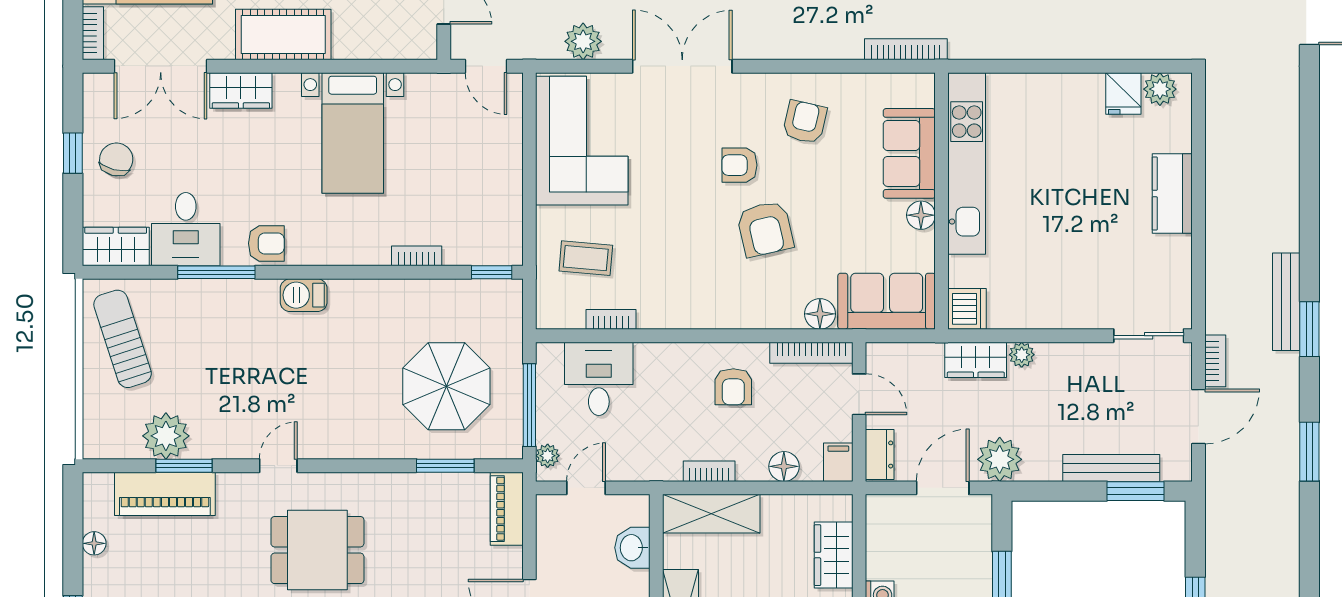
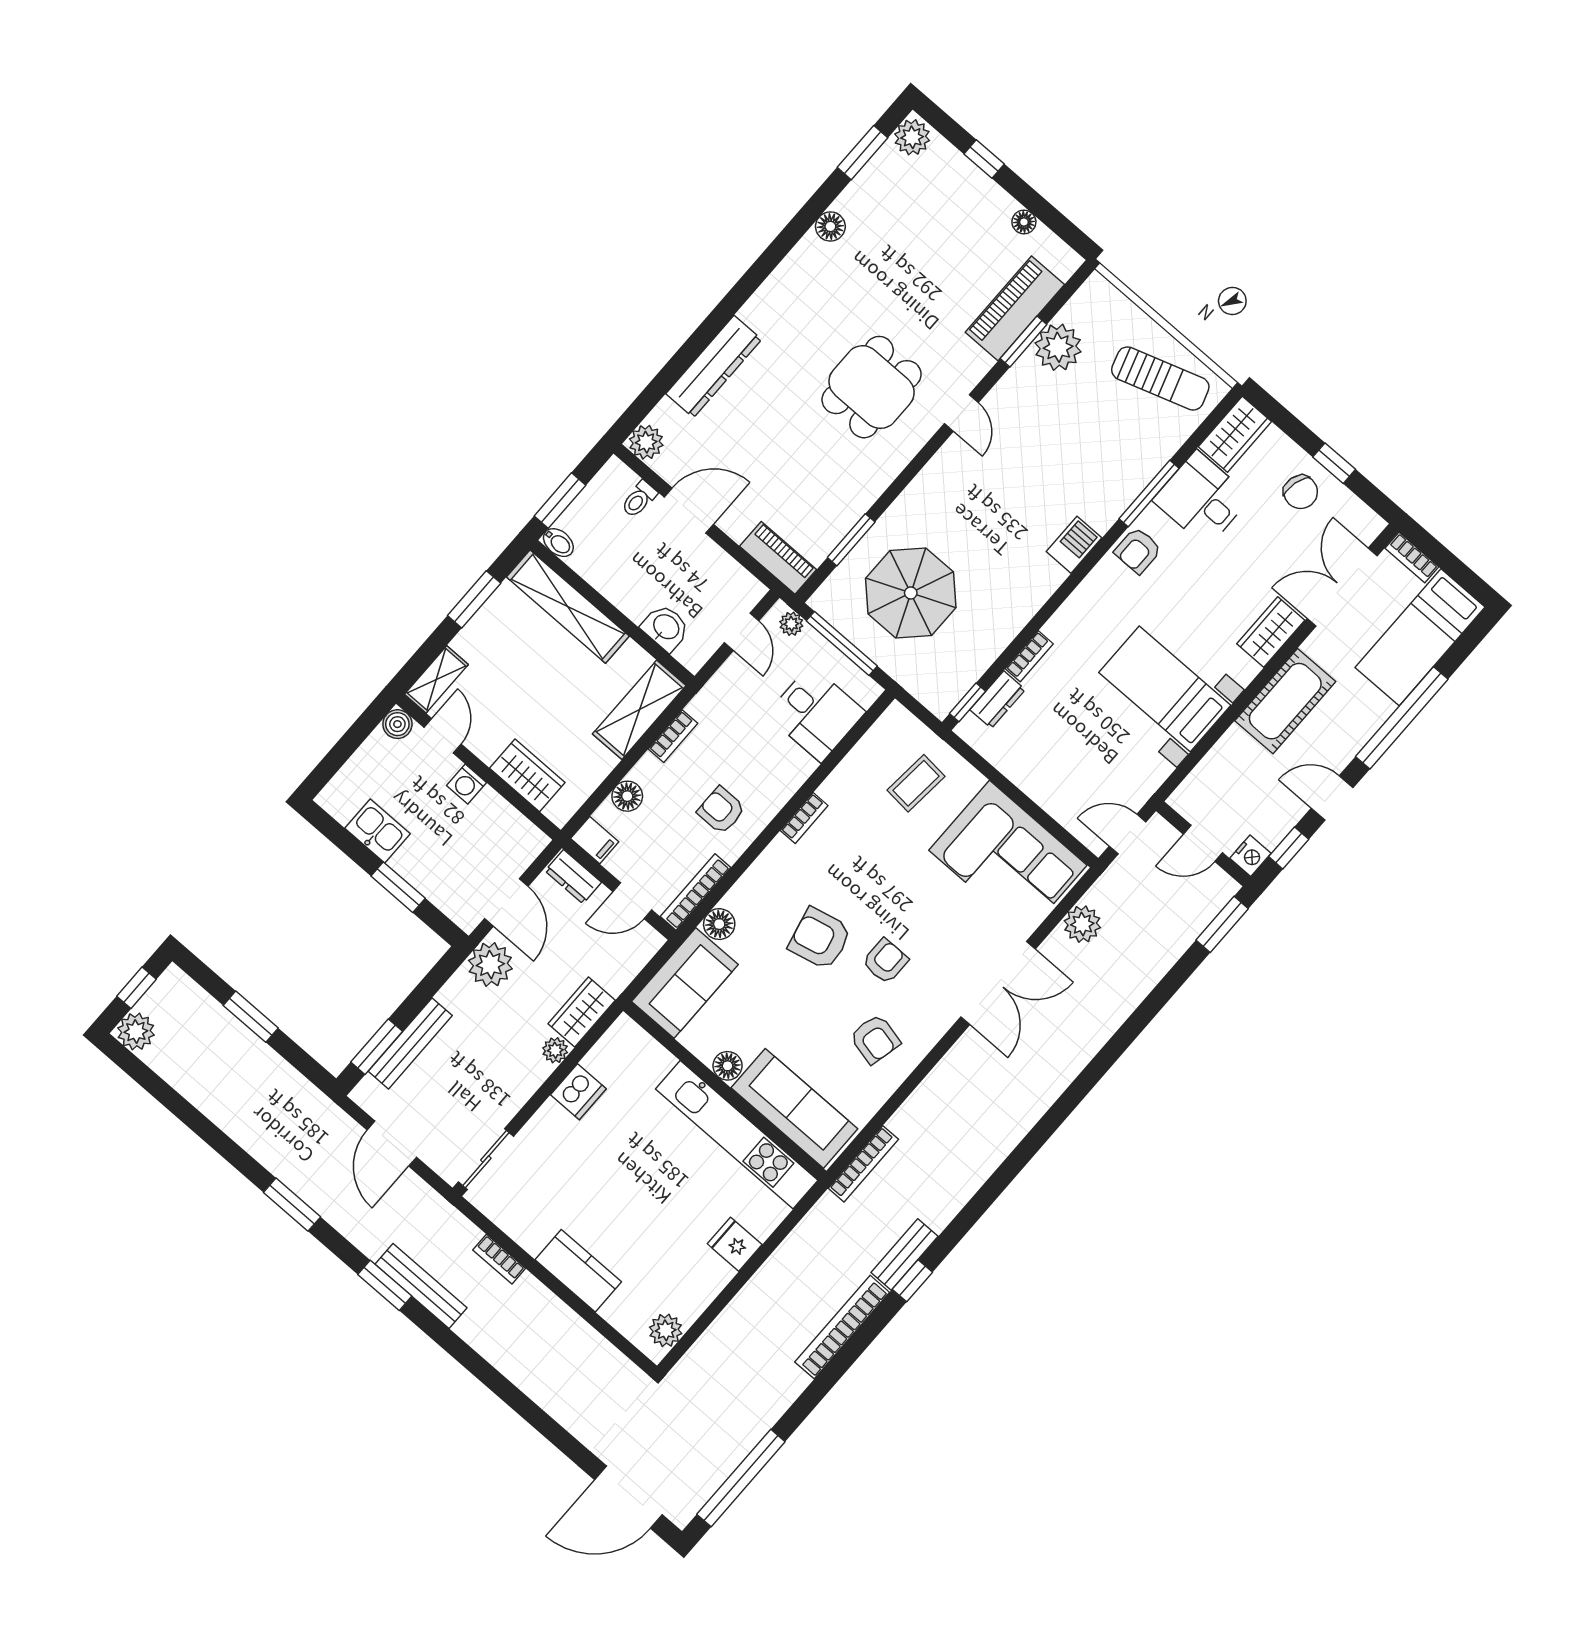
fridge: (1123, 93) -> (735, 1244), moved
sofa: (909, 153) -> (794, 1108), width x1.36
dresser: (470, 251) -> (998, 700), added
dishwasher: (967, 309) -> (578, 1092), moved, turned -90
bookcase: (611, 319) -> (804, 818), moved
bookcase: (1215, 361) -> (499, 1259), moved

